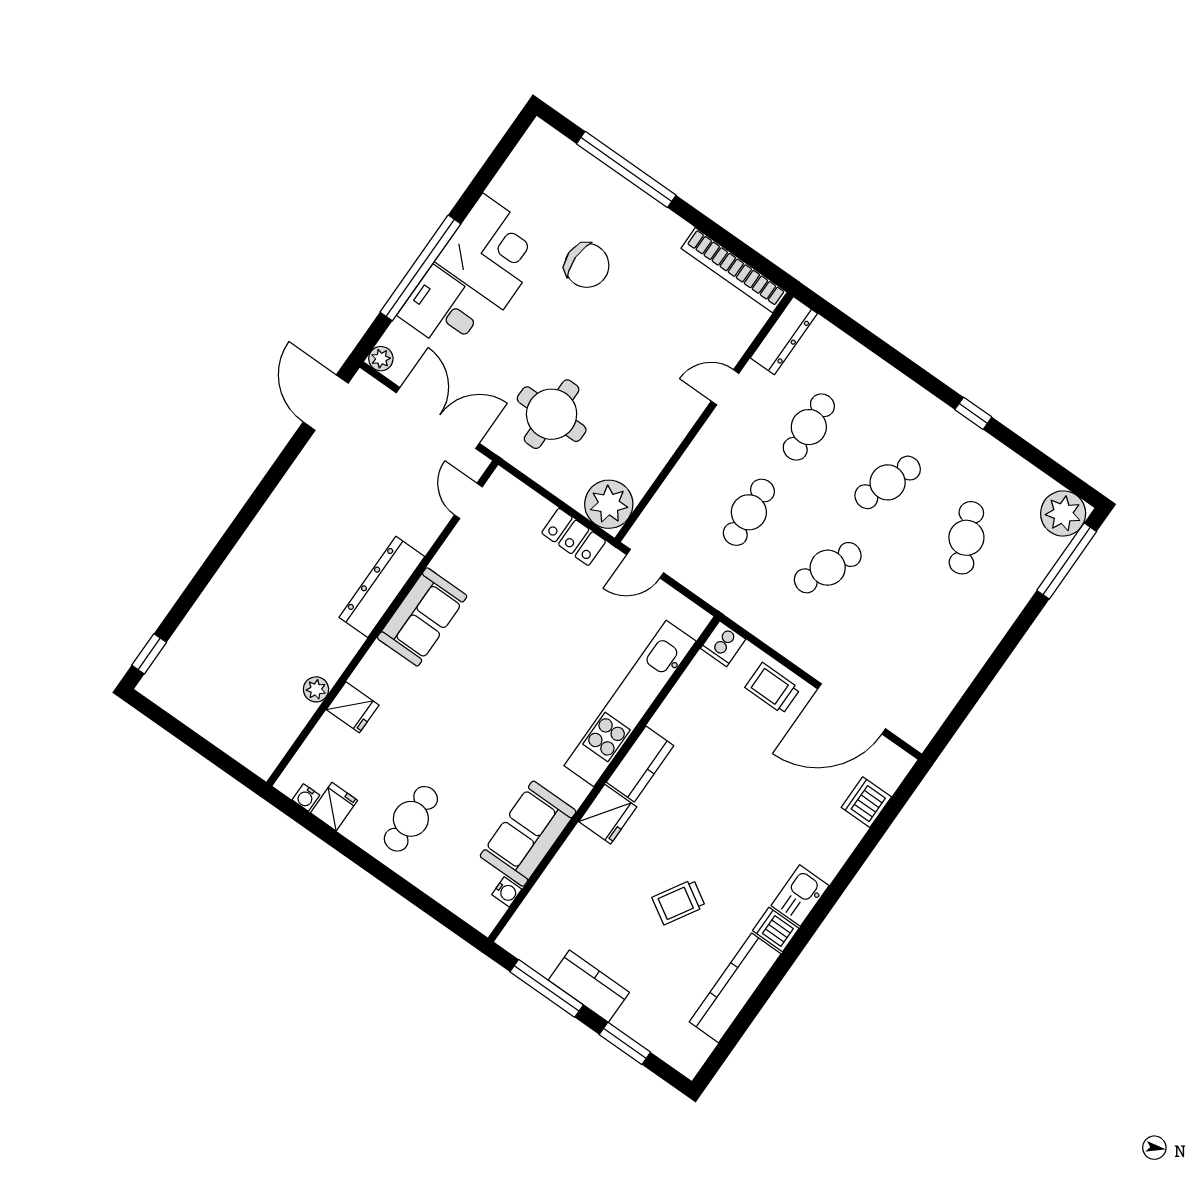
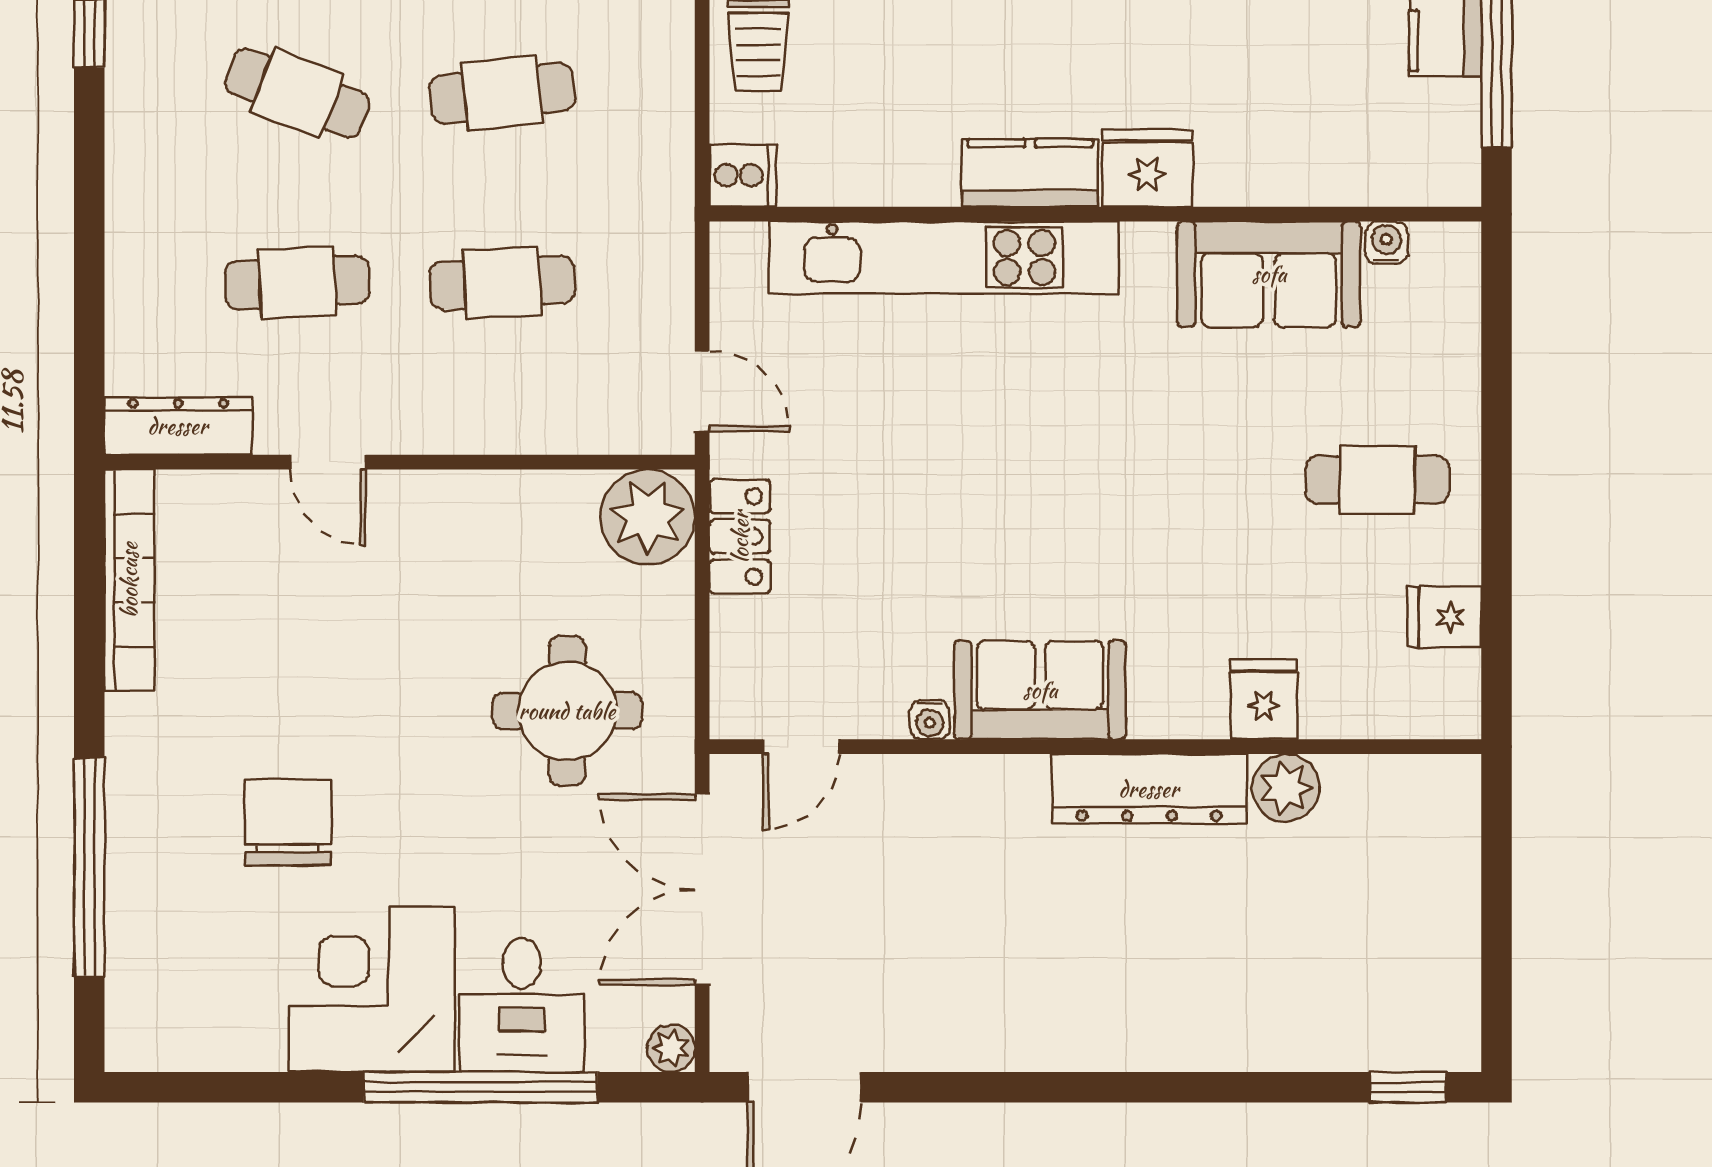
cafe table: (828, 568) -> (502, 93), turned -30
dresser: (382, 587) -> (1149, 789), moved
plant: (316, 689) -> (1286, 788), width x1.38, depth x1.38
water cooler: (306, 798) -> (930, 720), moved, turned 90

